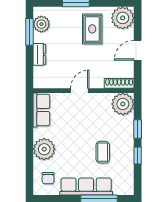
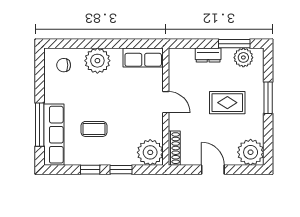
rug: (92, 29) -> (227, 103), moved
row of seats: (86, 186) -> (54, 135), moved

